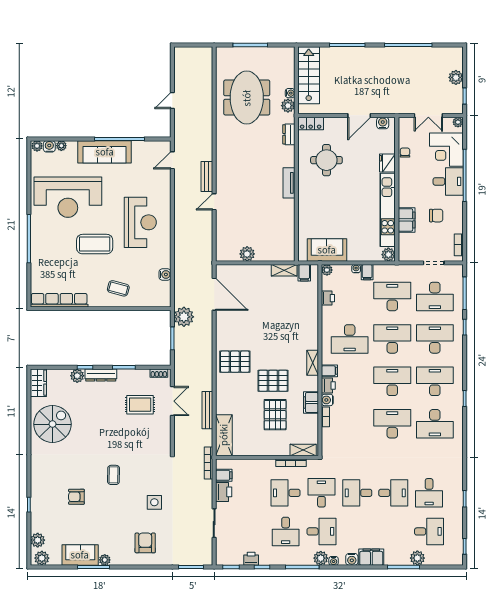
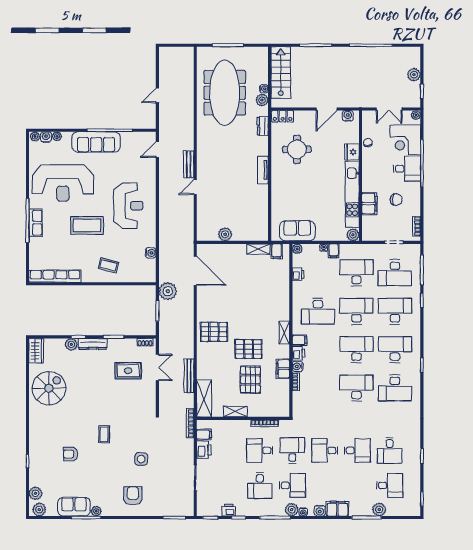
meeting table: (247, 98) -> (225, 93), width x1.36
row of seats: (38, 241) -> (36, 223), added
shelving: (303, 450) -> (235, 412), moved

